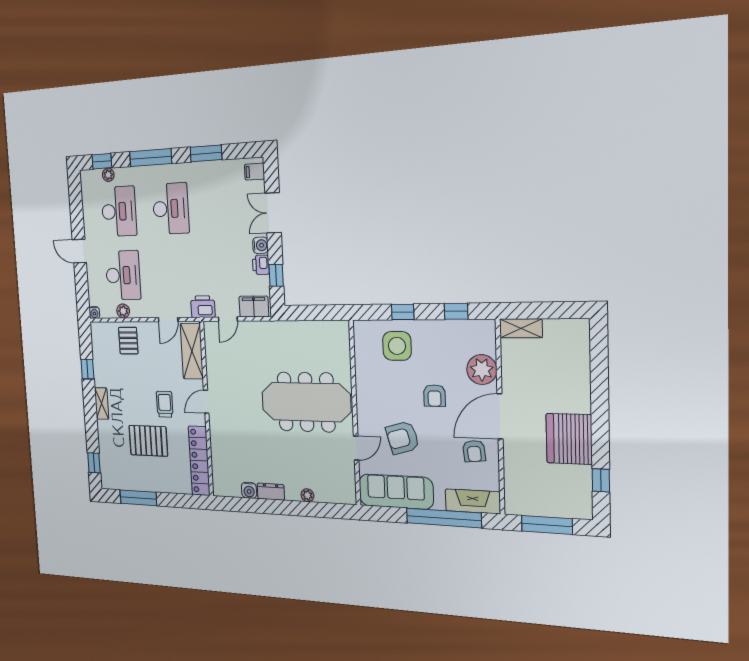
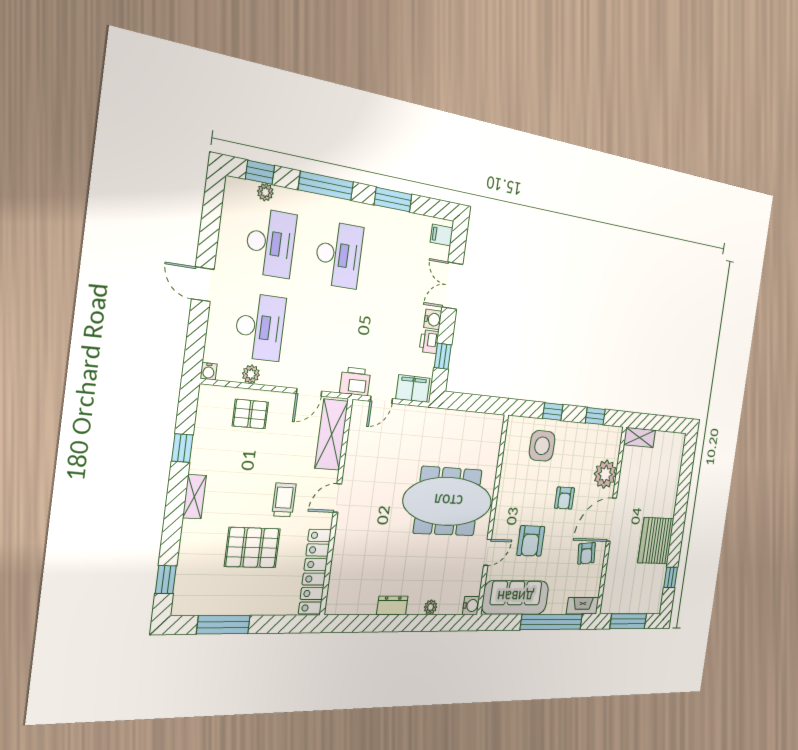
pallet: (128, 341) -> (250, 414), turned 90
armchair: (402, 438) -> (531, 541), turned -74
water cooler: (249, 490) -> (471, 606), moved, turned -90
fireplace: (473, 501) -> (583, 606), width x0.73, depth x0.76

